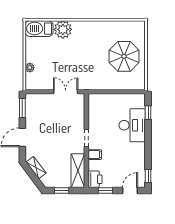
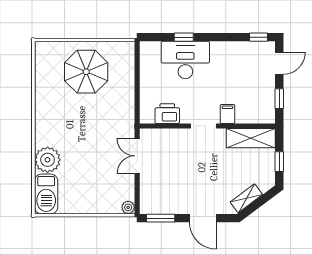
plant: (30, 68) -> (128, 207), moved
window: (148, 113) -> (184, 37), moved
printer: (95, 179) -> (167, 114), moved
door: (130, 190) -> (279, 63), swing flipped

